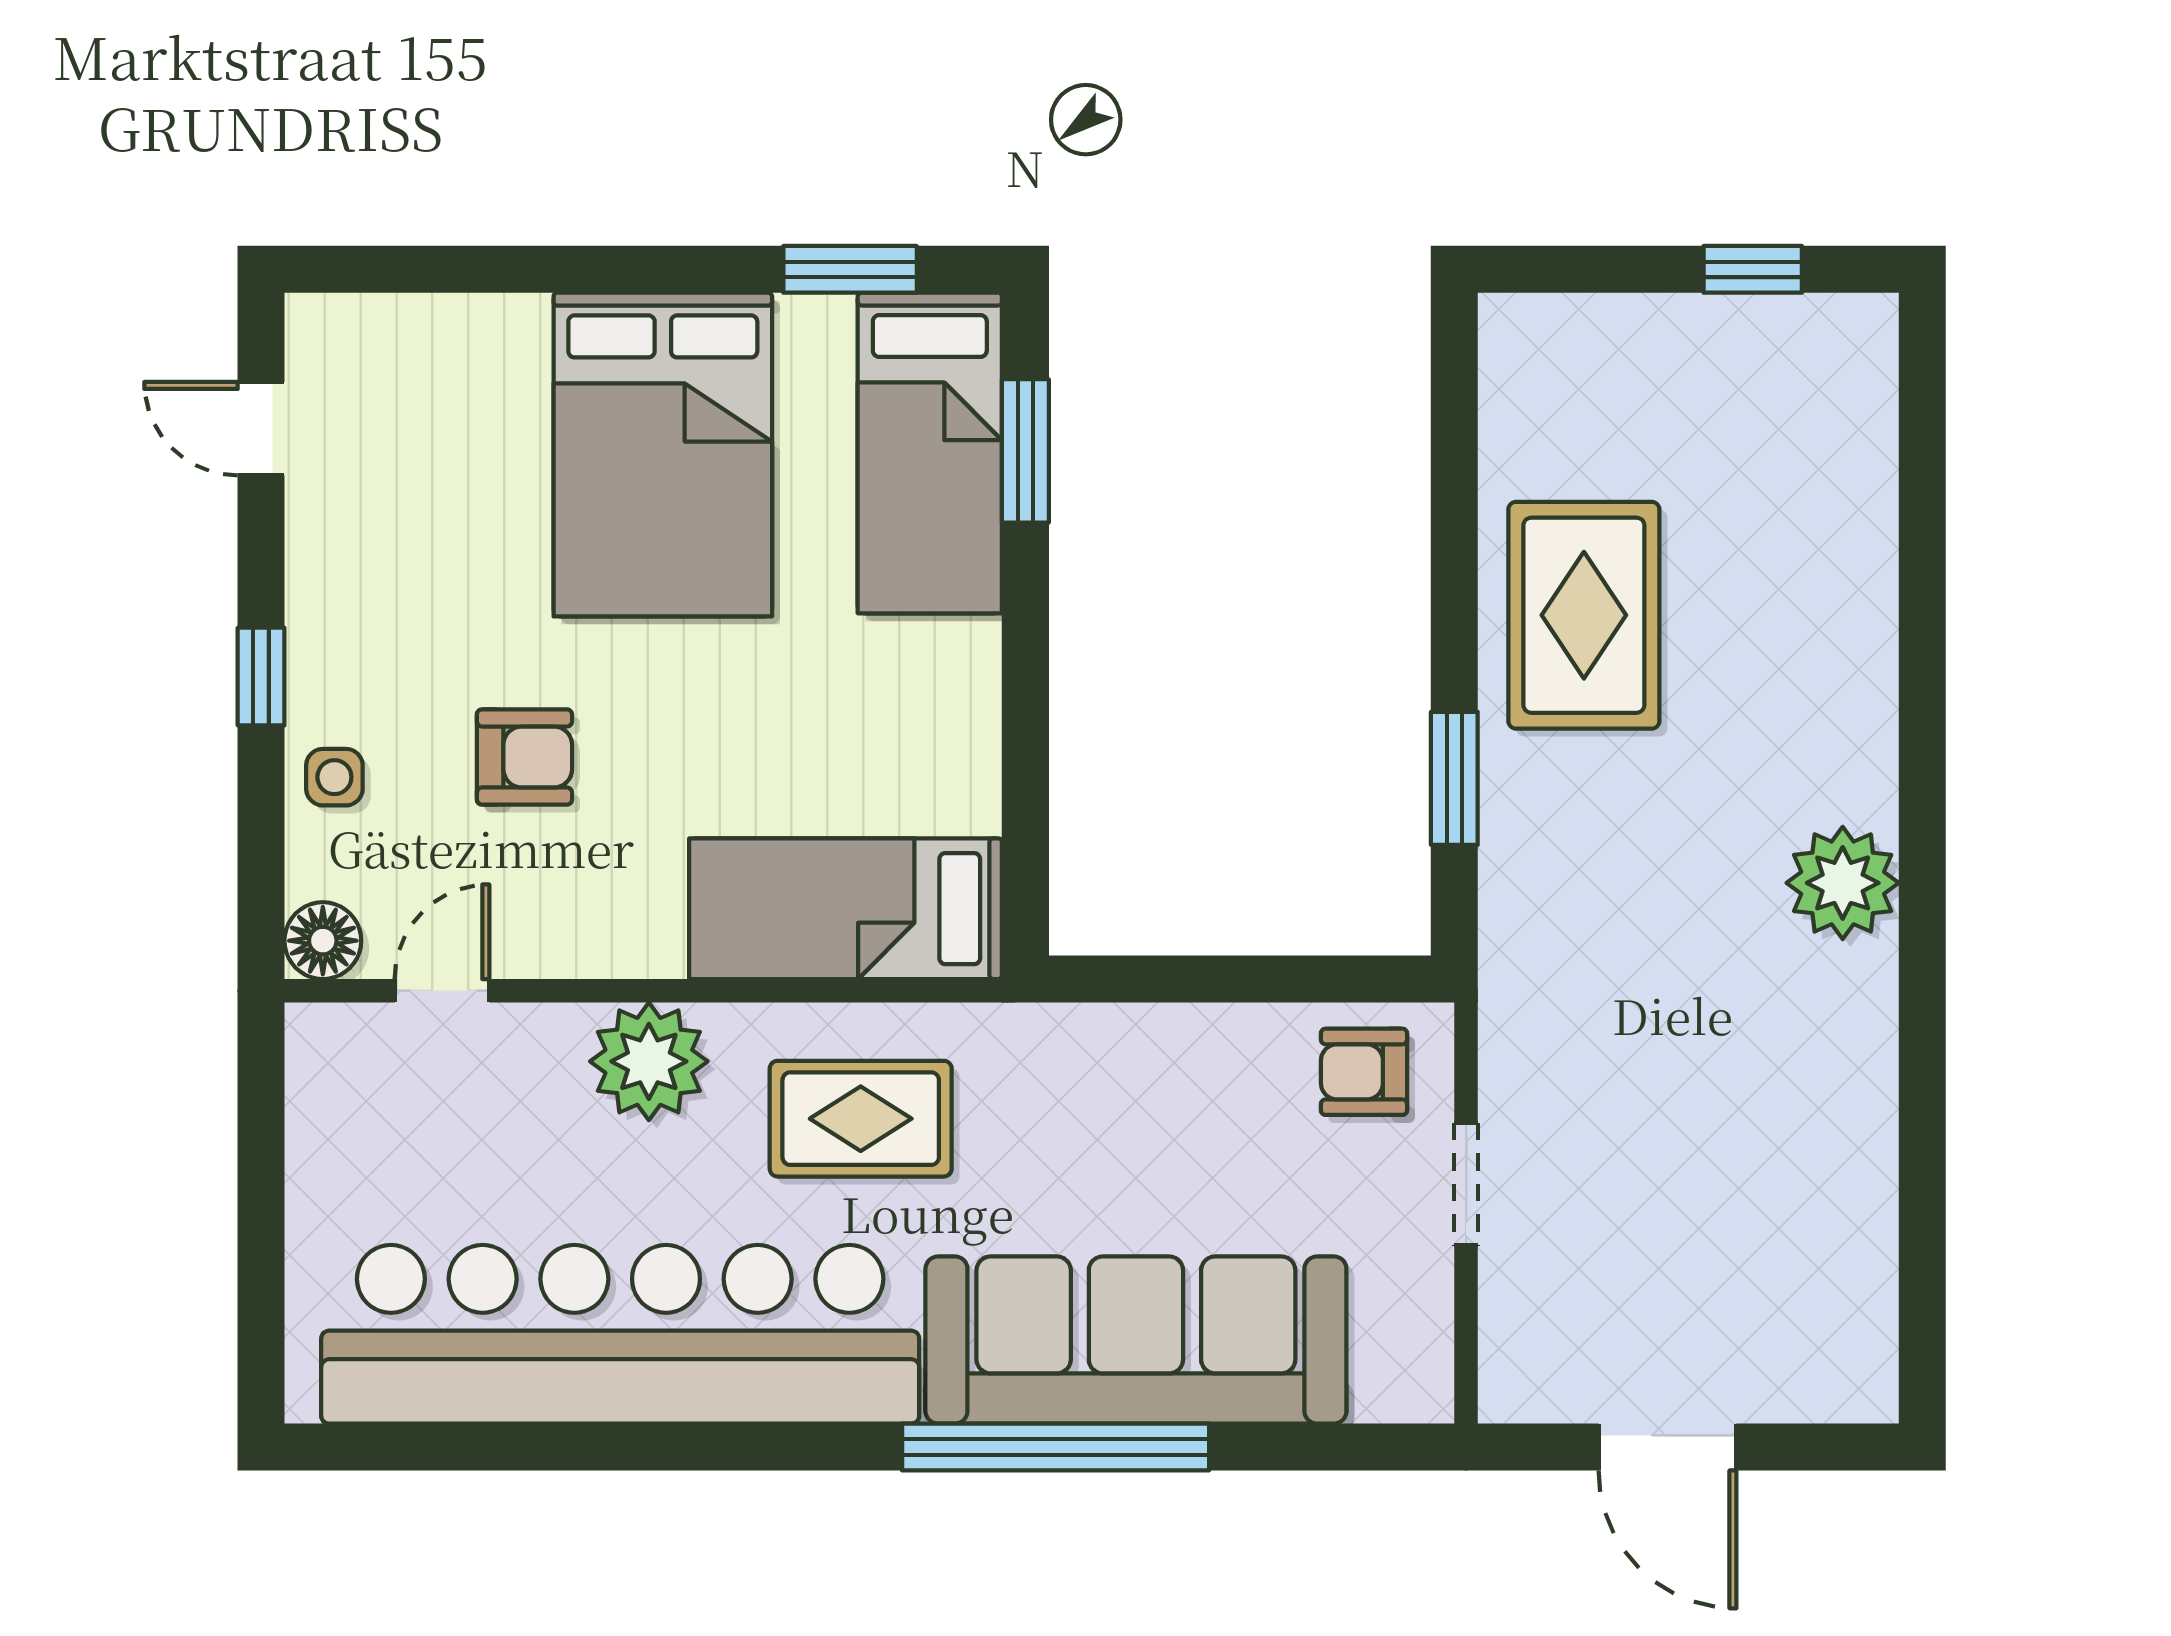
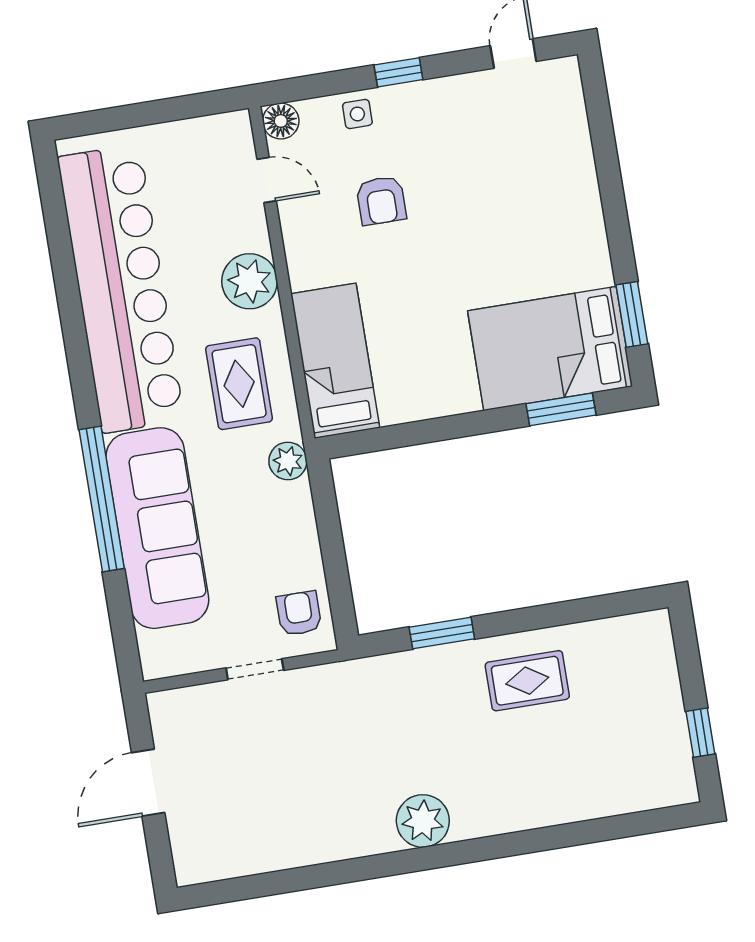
bed: (930, 453) -> (550, 349), width x1.50
bed: (663, 455) -> (532, 242), removed
rug: (1584, 615) -> (527, 681), width x0.73, depth x0.70
plant: (1040, 1043) -> (288, 461), added

